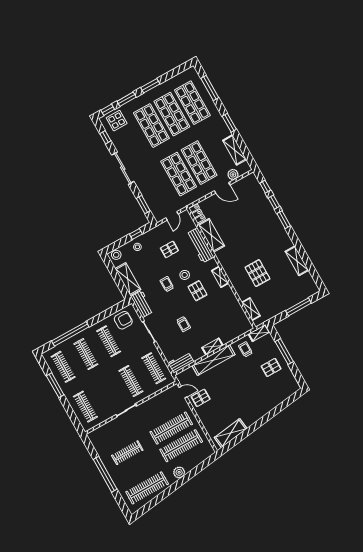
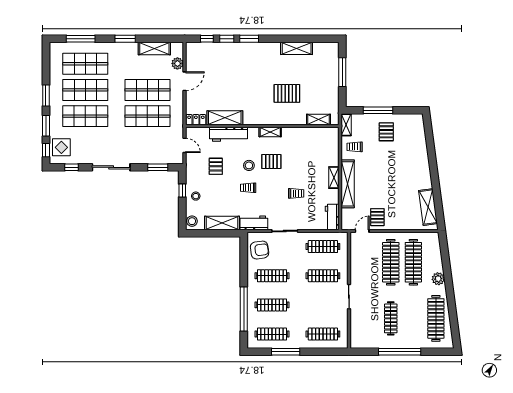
armchair: (123, 320) -> (260, 250), turned 82

